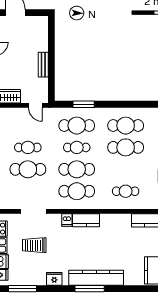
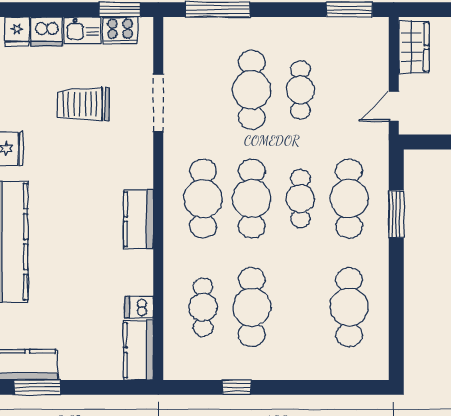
cafe table: (126, 147) -> (252, 307), moved
dishwasher: (67, 220) -> (139, 307), moved
trolley: (34, 245) -> (83, 104), turned -90

